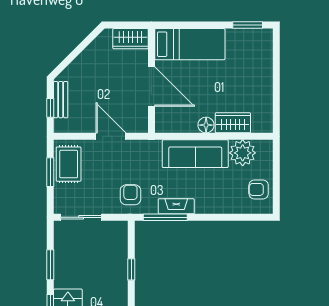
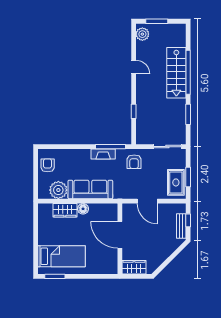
bed: (190, 44) -> (61, 256), moved, turned 180
armchair: (259, 189) -> (48, 165), turned -90

